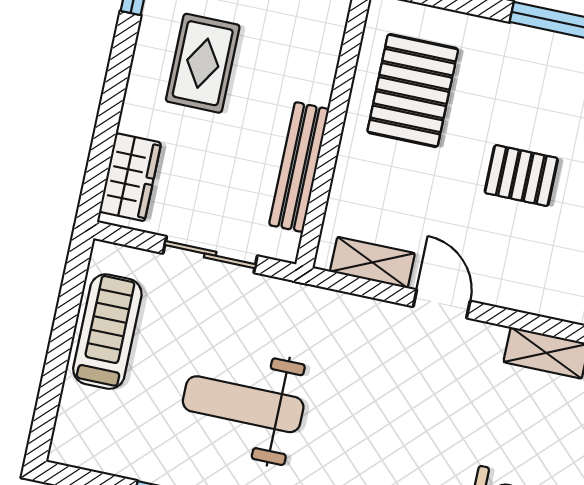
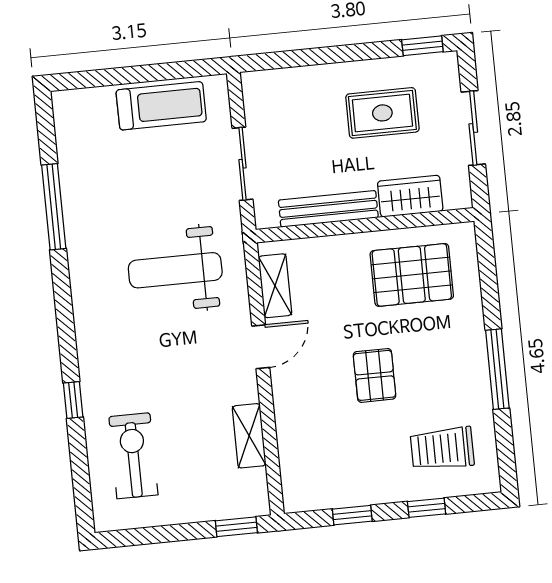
wardrobe: (130, 177) -> (410, 196), moved, turned 180
weight bench: (243, 404) -> (175, 270), moved, turned -90

